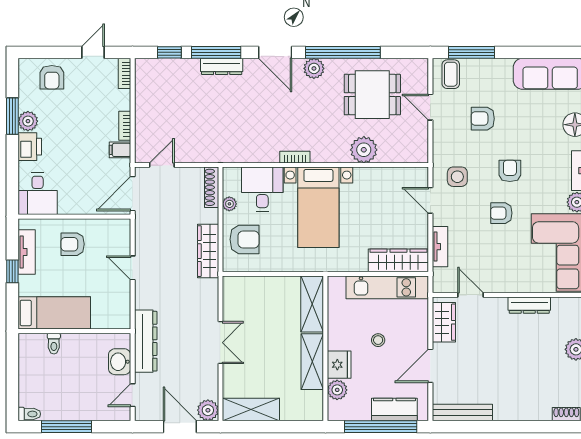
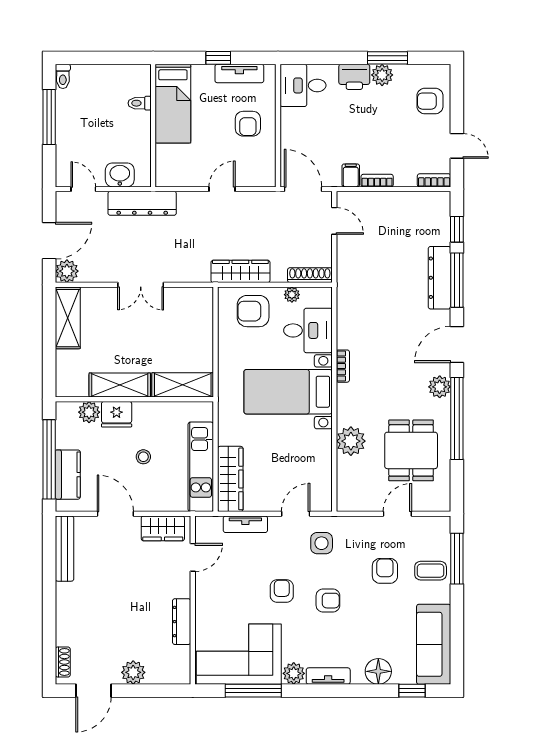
dresser: (222, 66) -> (440, 278), width x1.37, depth x1.24
coffee table: (451, 74) -> (431, 571), moved
armchair: (244, 239) -> (253, 311), turned 90
armchair: (73, 244) -> (248, 124), turned 180

